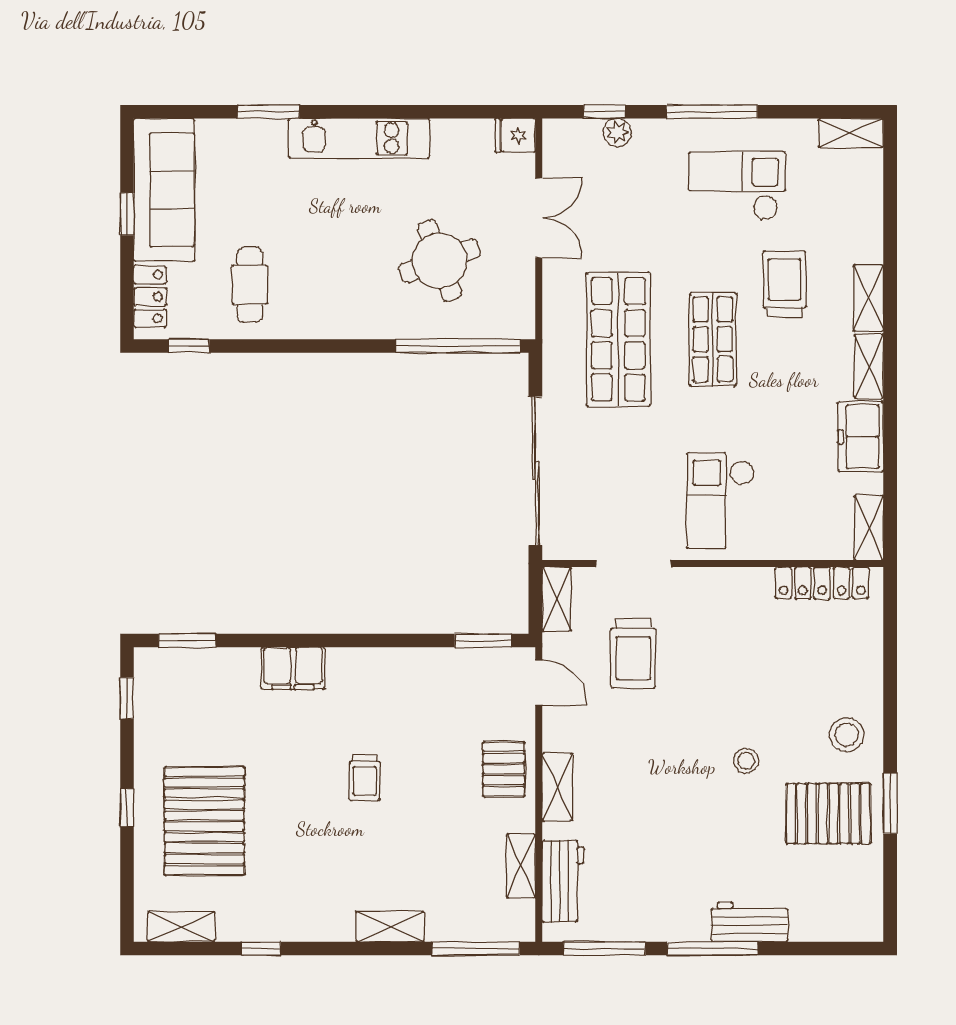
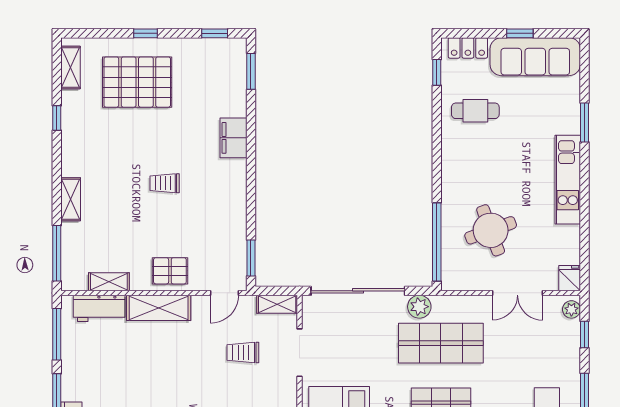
plant: (617, 132) -> (571, 309), moved
plant: (561, 374) -> (419, 307), added
trolley: (633, 653) -> (243, 353), width x0.73, depth x0.72
shelving: (557, 787) -> (159, 308), width x1.50, depth x1.33

